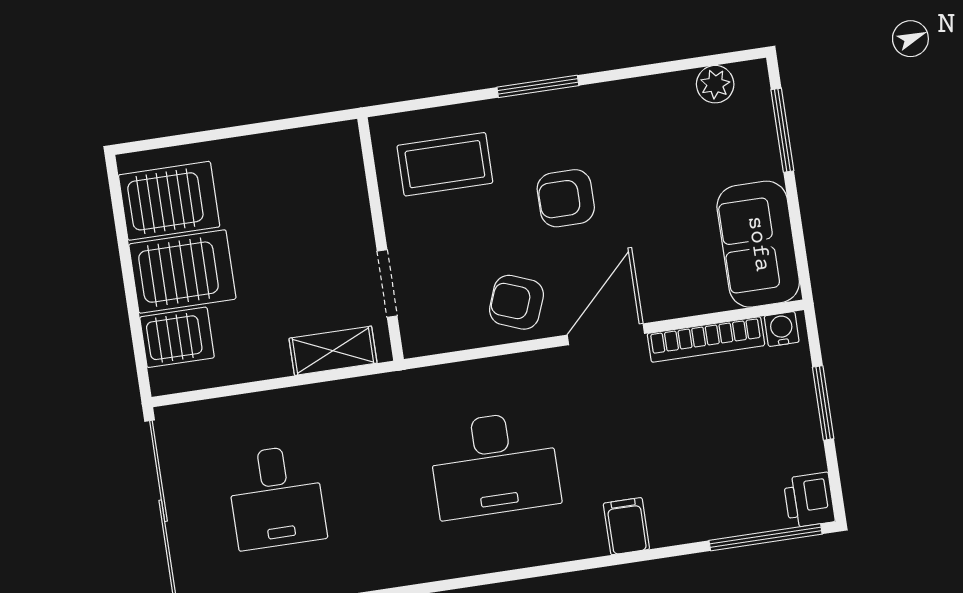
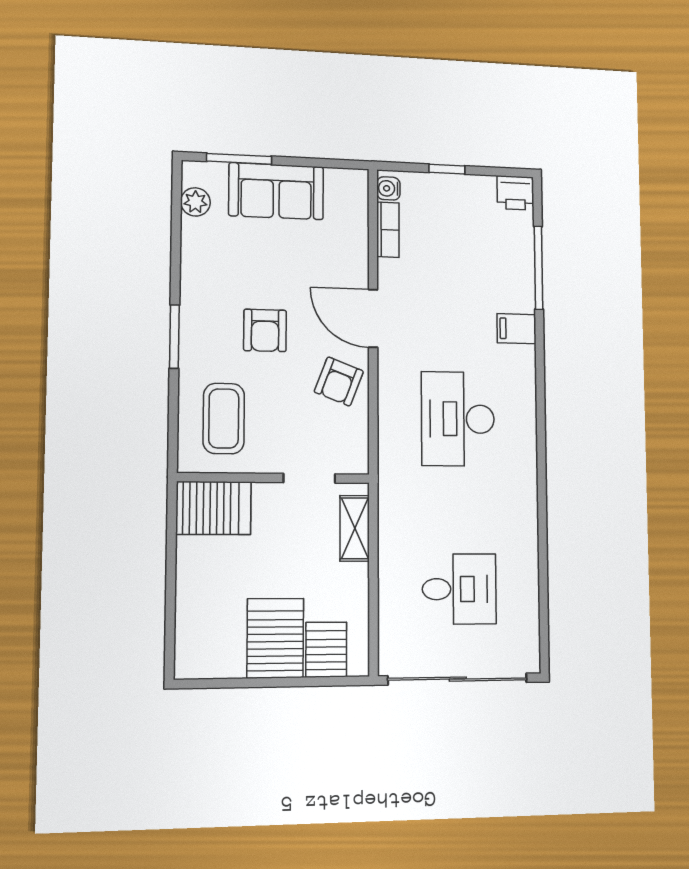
server rack: (169, 201) -> (214, 508), moved, turned 90
sofa: (758, 244) -> (276, 191), moved
bookcase: (706, 339) -> (388, 230), width x0.64
window: (823, 403) -> (447, 169), width x0.67
desk: (494, 464) -> (458, 419), turned 180
window: (766, 537) -> (538, 268), moved

